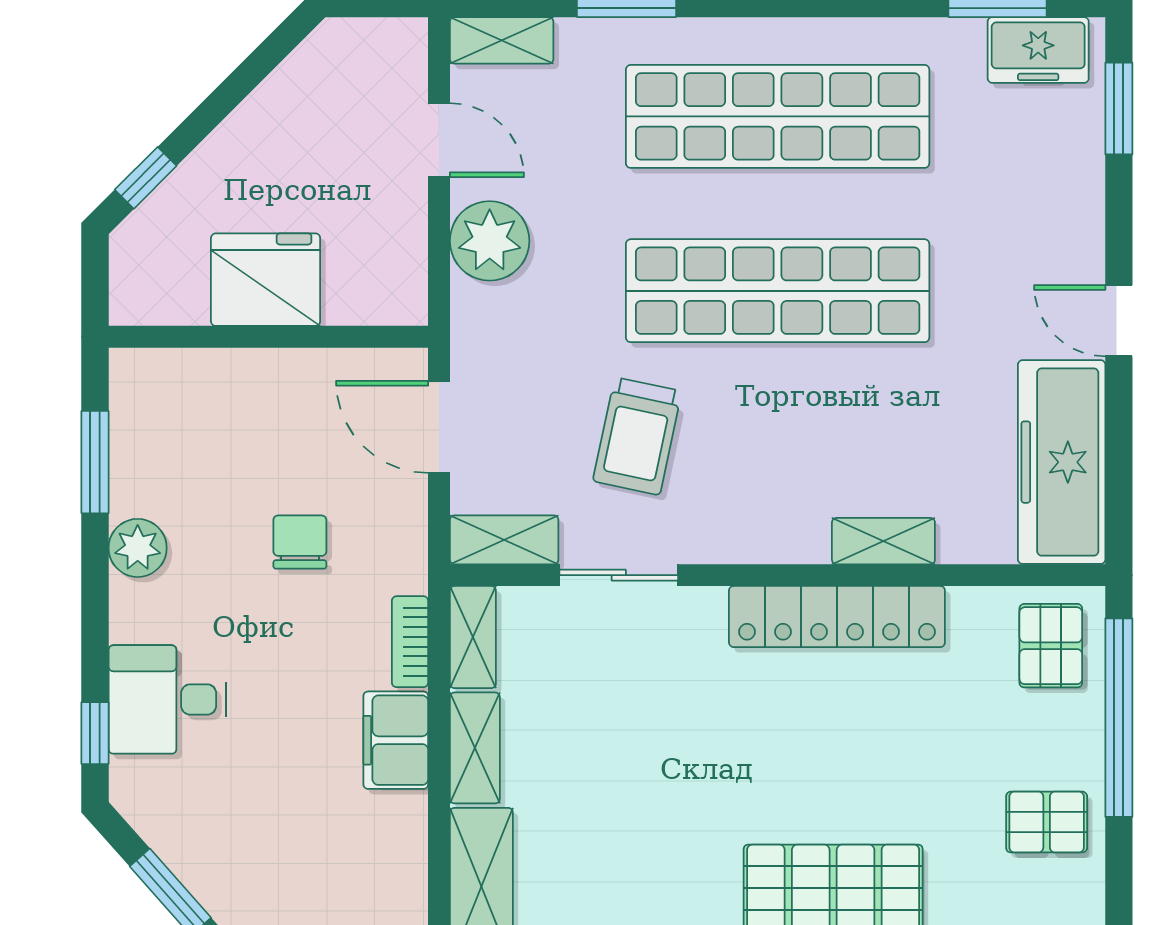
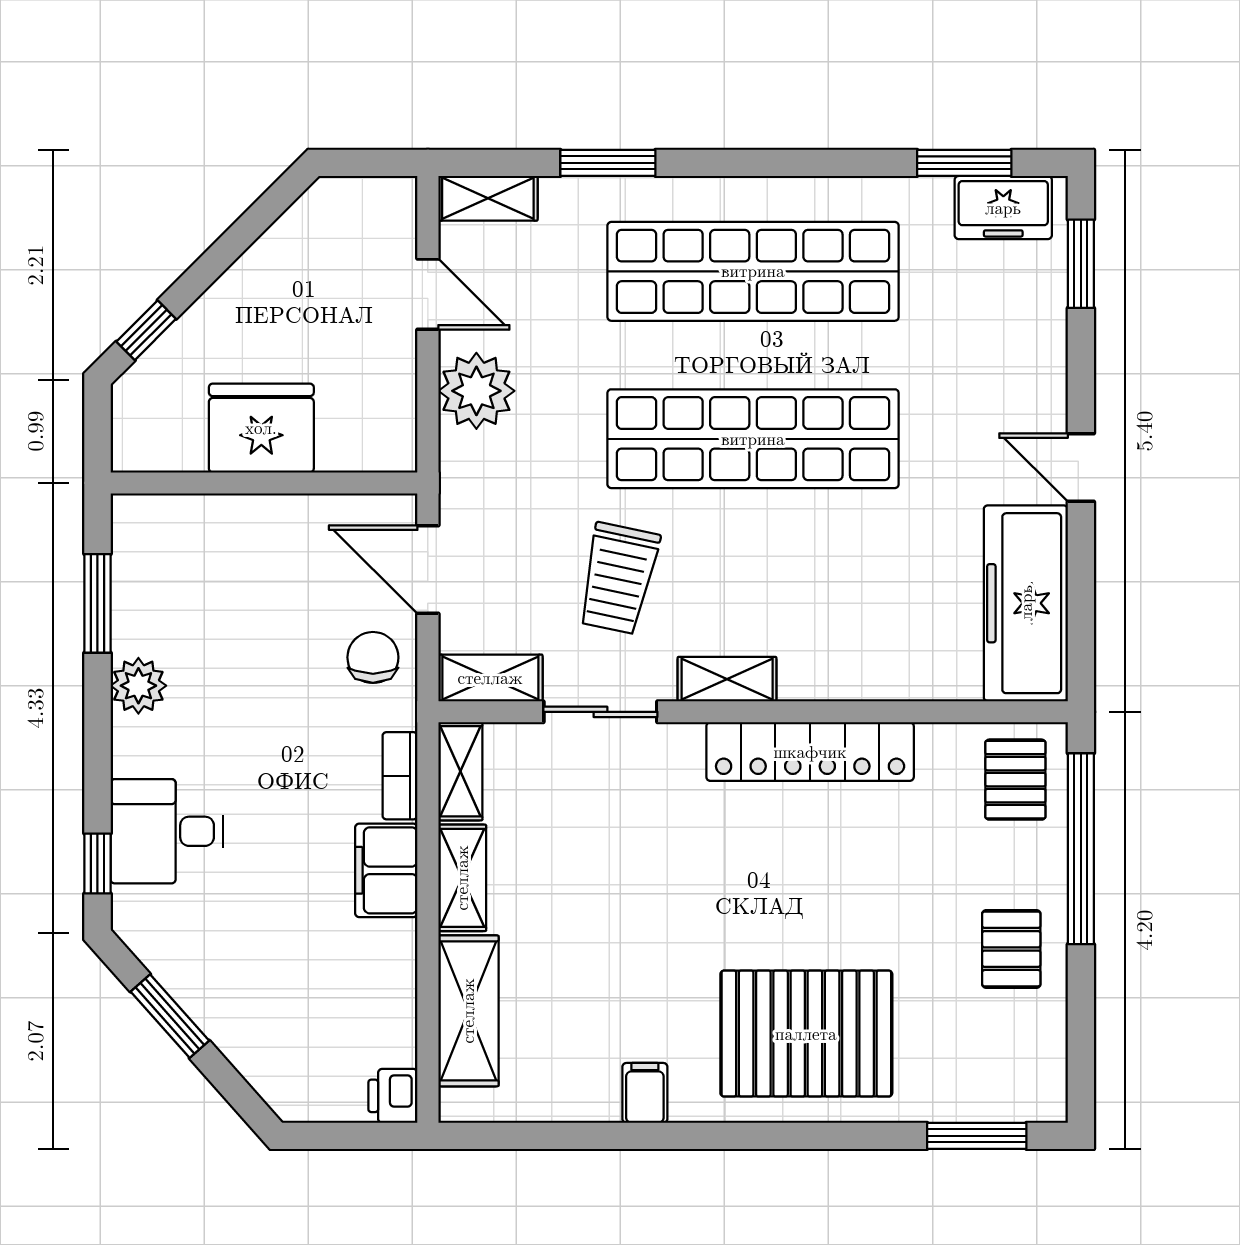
shelving: (883, 541) -> (727, 679), moved
chair: (300, 542) -> (373, 657), moved
pallet: (1047, 822) -> (1011, 949), turned 90

